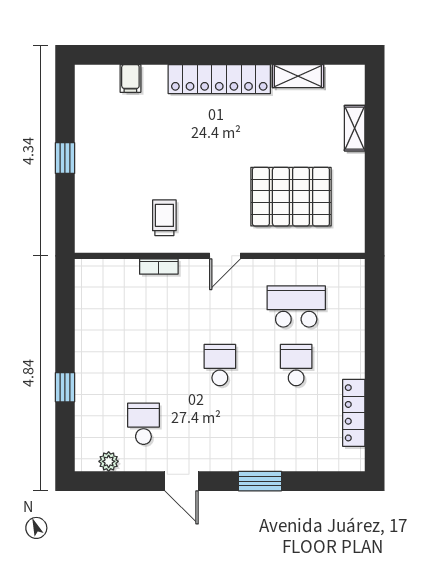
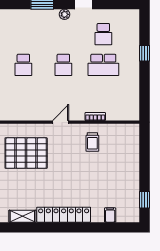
window: (65, 158) -> (144, 200), moved
school desk: (296, 306) -> (103, 65), moved
plant: (109, 461) -> (65, 14), moved

